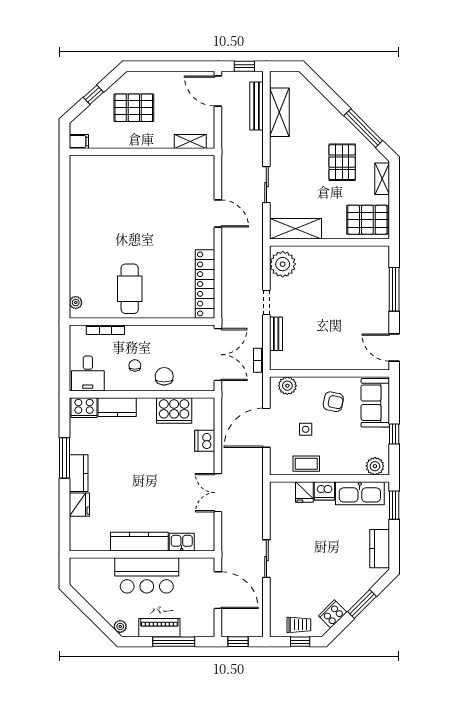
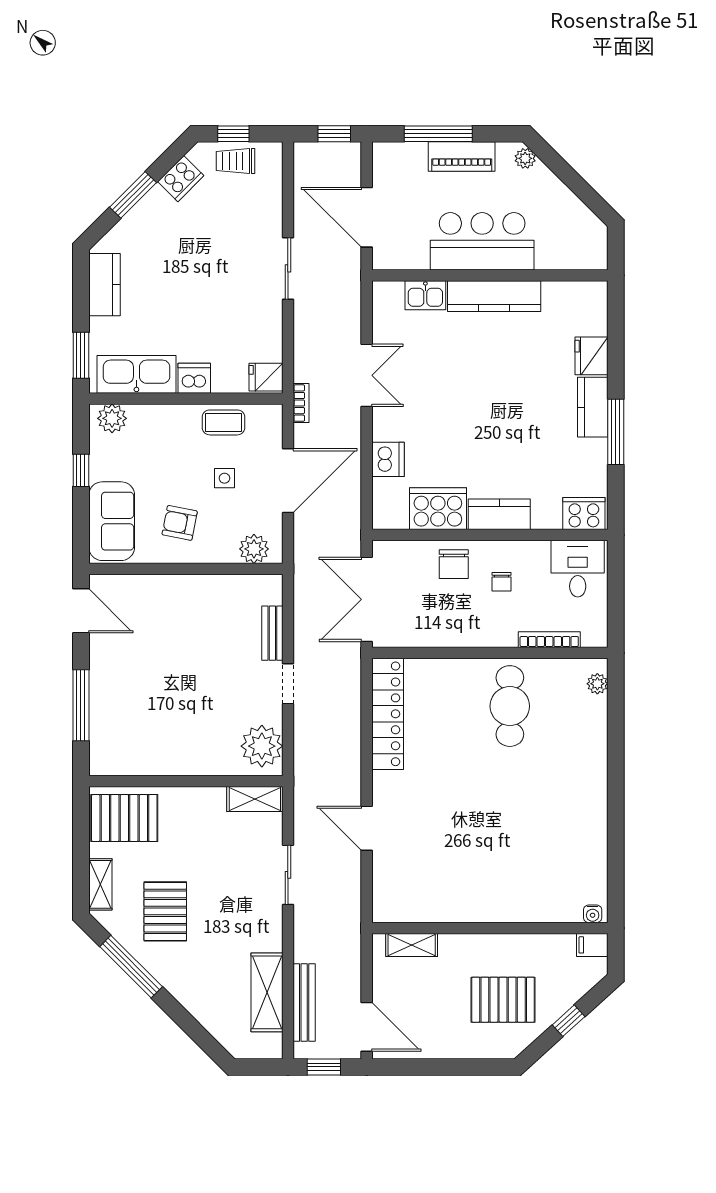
water cooler: (79, 161) -> (593, 914), added
shelving: (296, 229) -> (255, 799), width x0.67, depth x0.75
bookcase: (258, 360) -> (301, 403), moved
kitchen counter: (117, 407) -> (499, 514), moved
fridge: (304, 492) -> (266, 377), moved, turned -90

